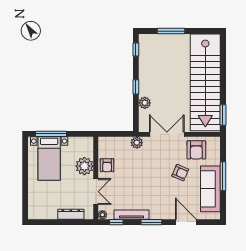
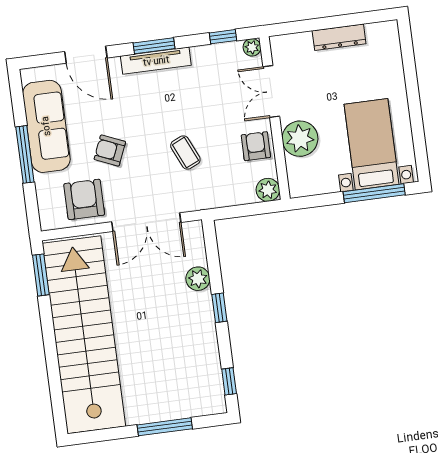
plant: (137, 143) -> (268, 190), moved
coffee table: (143, 167) -> (185, 153), added
dresser: (71, 214) -> (339, 37), moved
tv unit: (131, 215) -> (156, 61), moved

